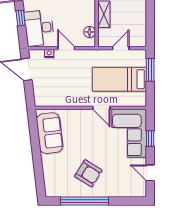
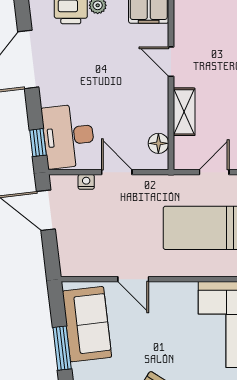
window: (21, 18) -> (38, 143), moved
door: (101, 108) -> (133, 279), moved
window: (36, 147) -> (62, 348), added

